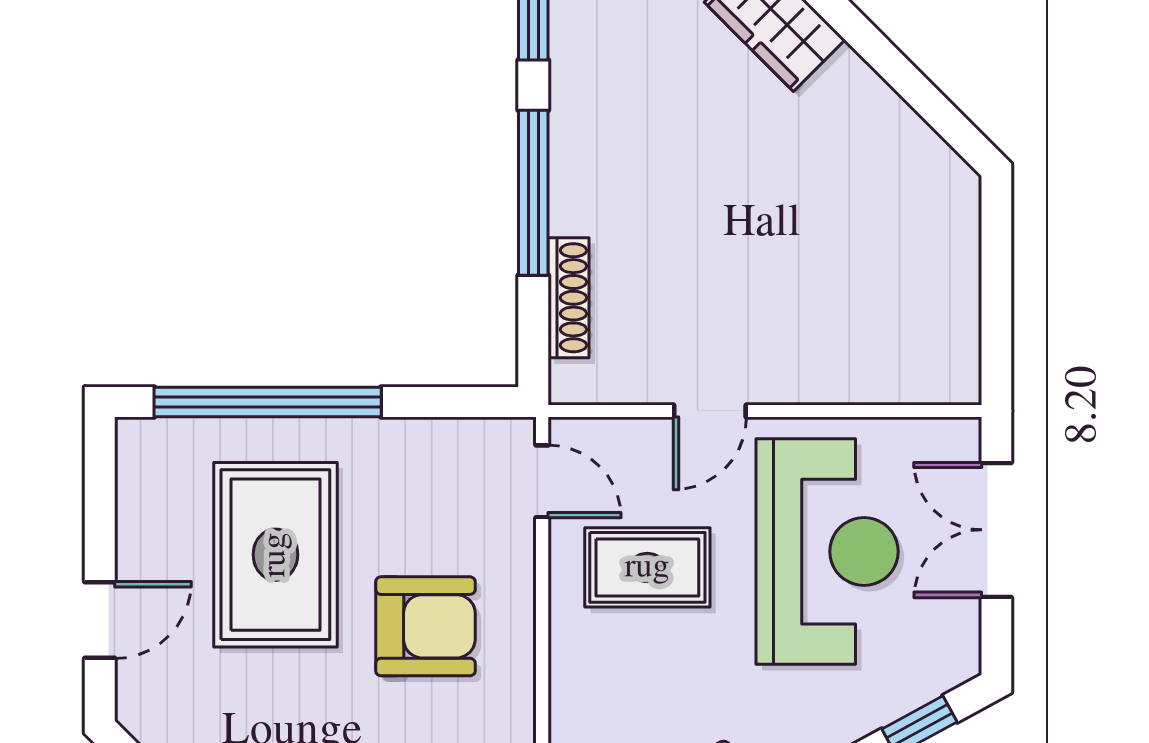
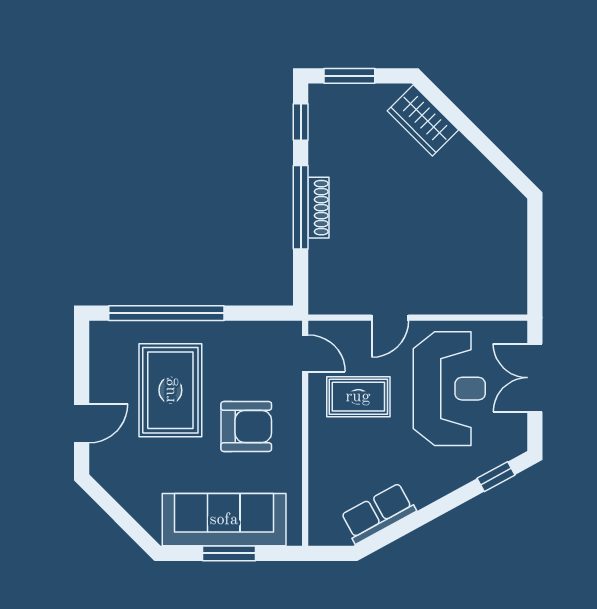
shoe rack: (569, 298) -> (319, 208), moved

